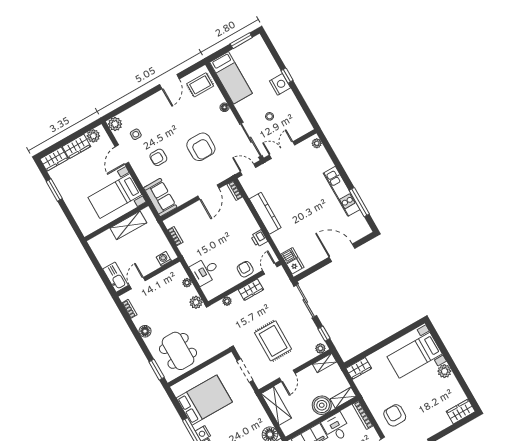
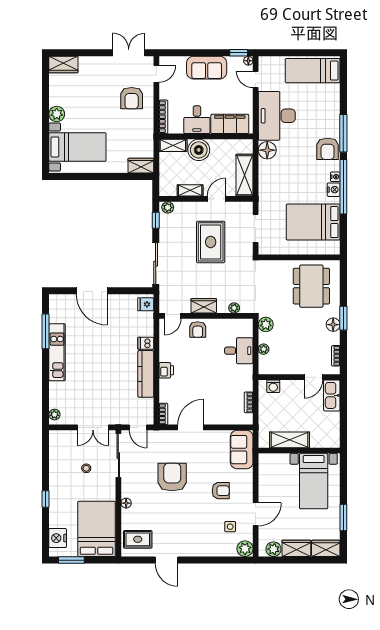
bed: (231, 78) -> (96, 529), width x1.50
door: (169, 82) -> (167, 560), swing flipped
nightstand: (280, 84) -> (58, 538), moved
bed with nightstands: (115, 196) -> (314, 481), moved, turned 90
printer: (259, 238) -> (166, 370), moved
dishwasher: (289, 255) -> (146, 343), moved
shelving: (325, 363) -> (190, 190), moved
window: (157, 369) -> (343, 318), moved

